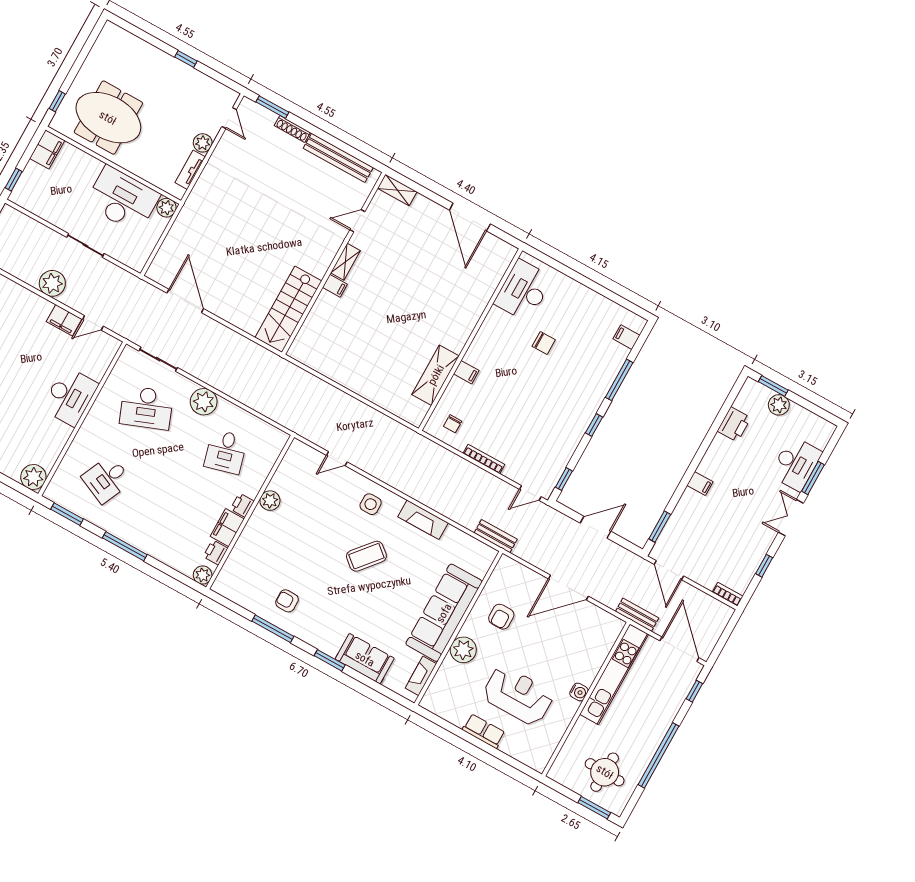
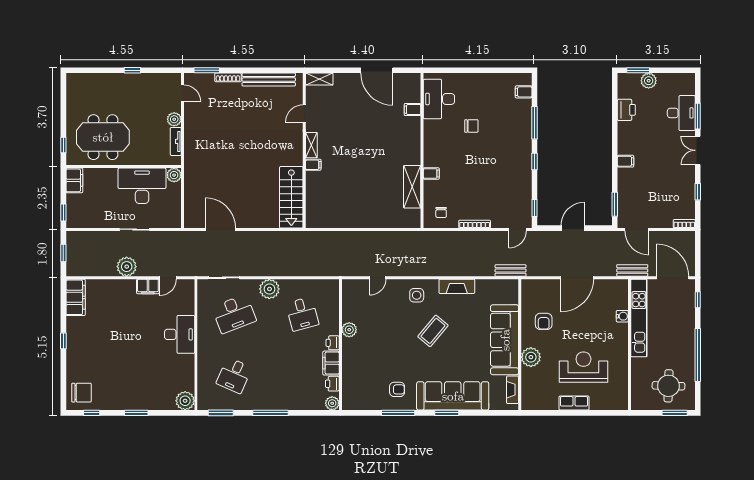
filing cabinet: (486, 286) -> (413, 110), added
armchair: (287, 601) -> (397, 389), turned 180
sofa: (365, 659) -> (453, 396), width x1.85, depth x1.27
water cooler: (579, 692) -> (622, 316), moved

